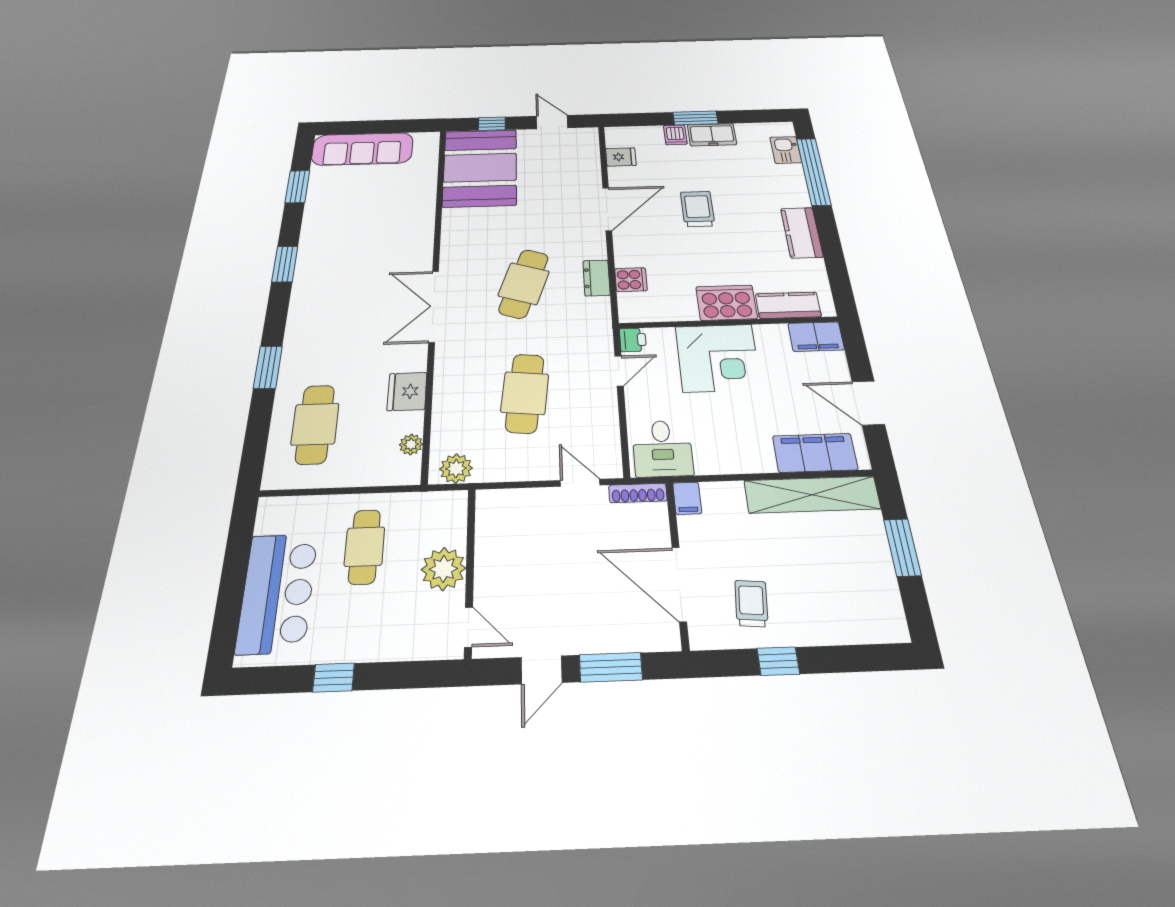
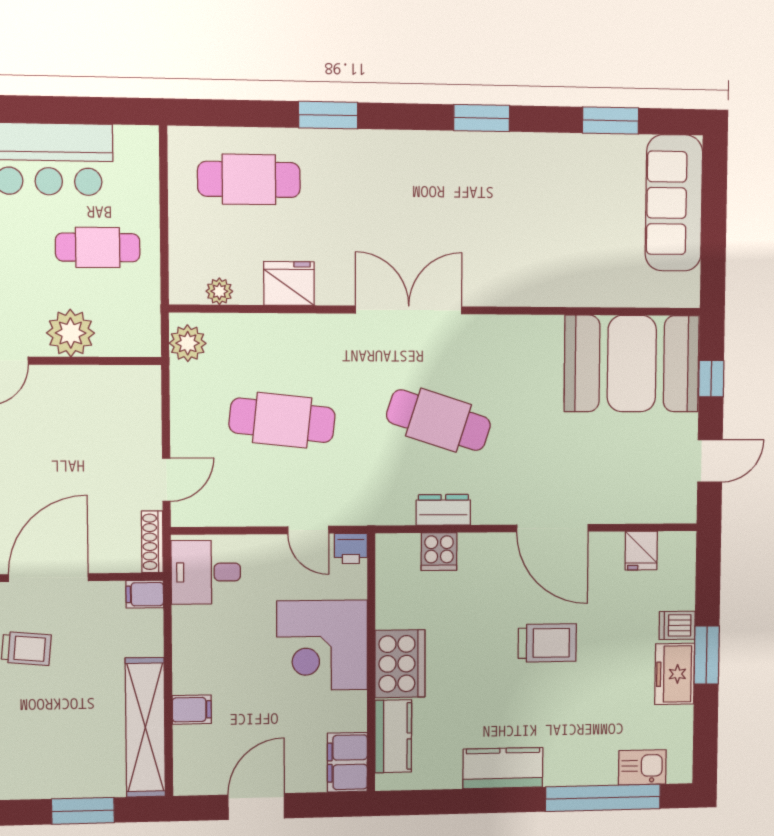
filing cabinet: (815, 453) -> (192, 710), width x0.33, depth x0.86

